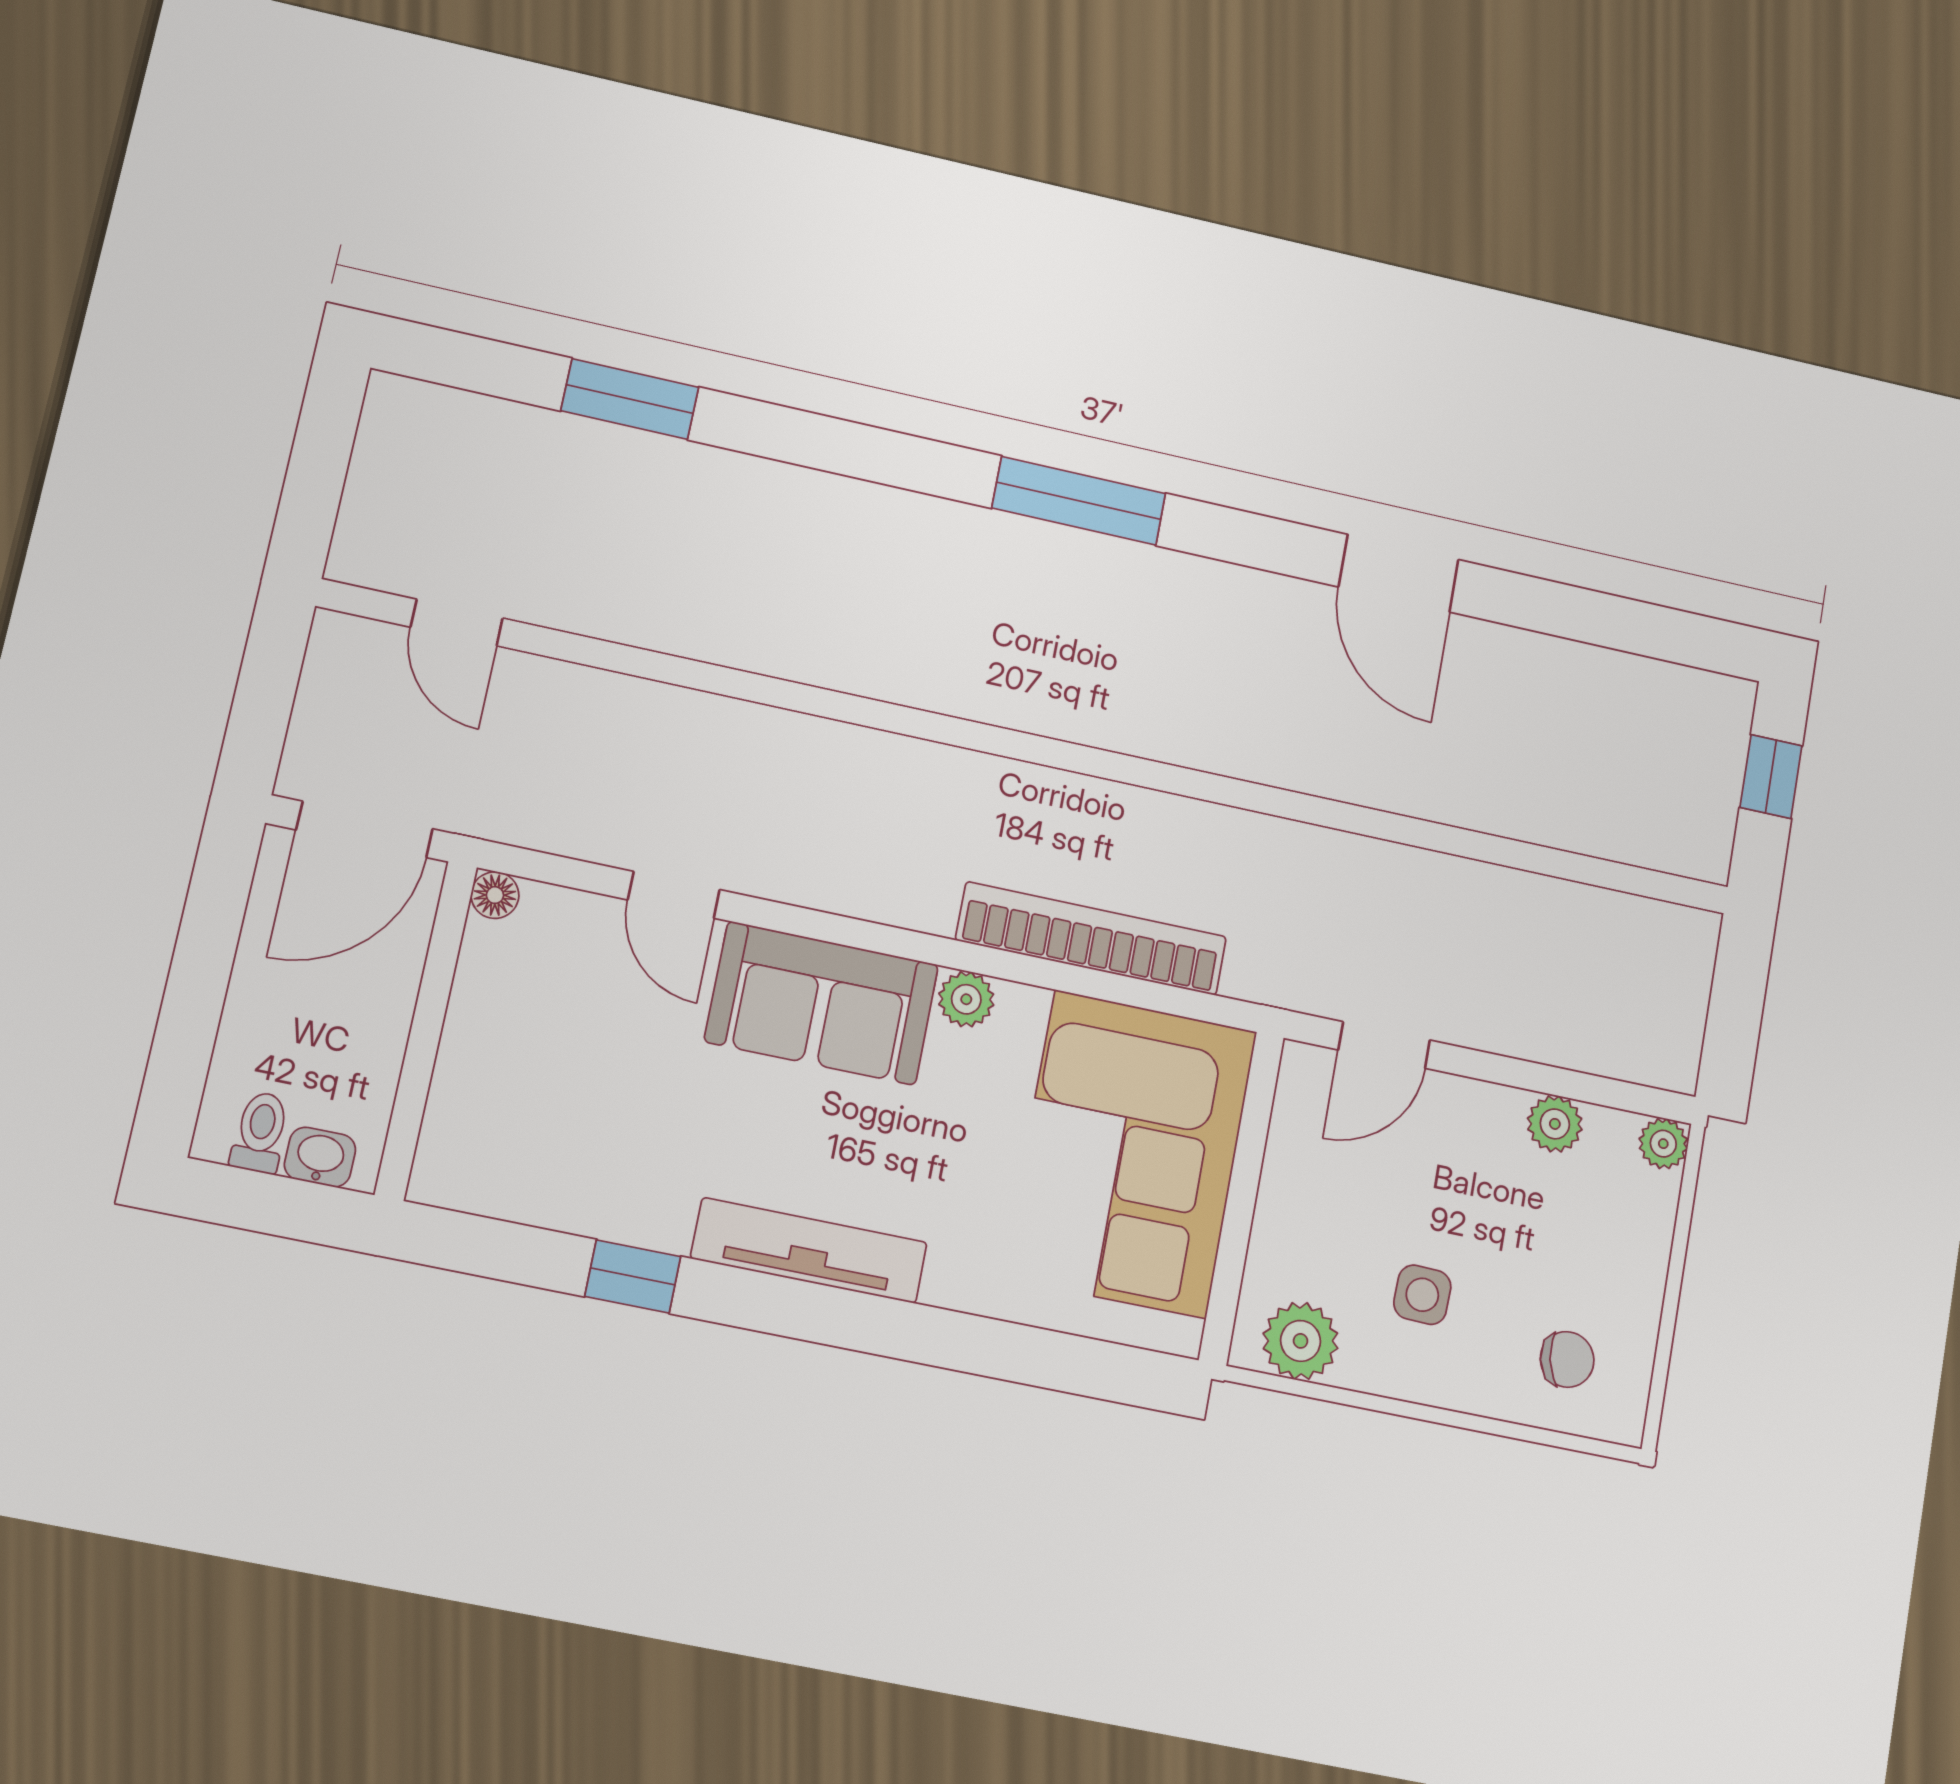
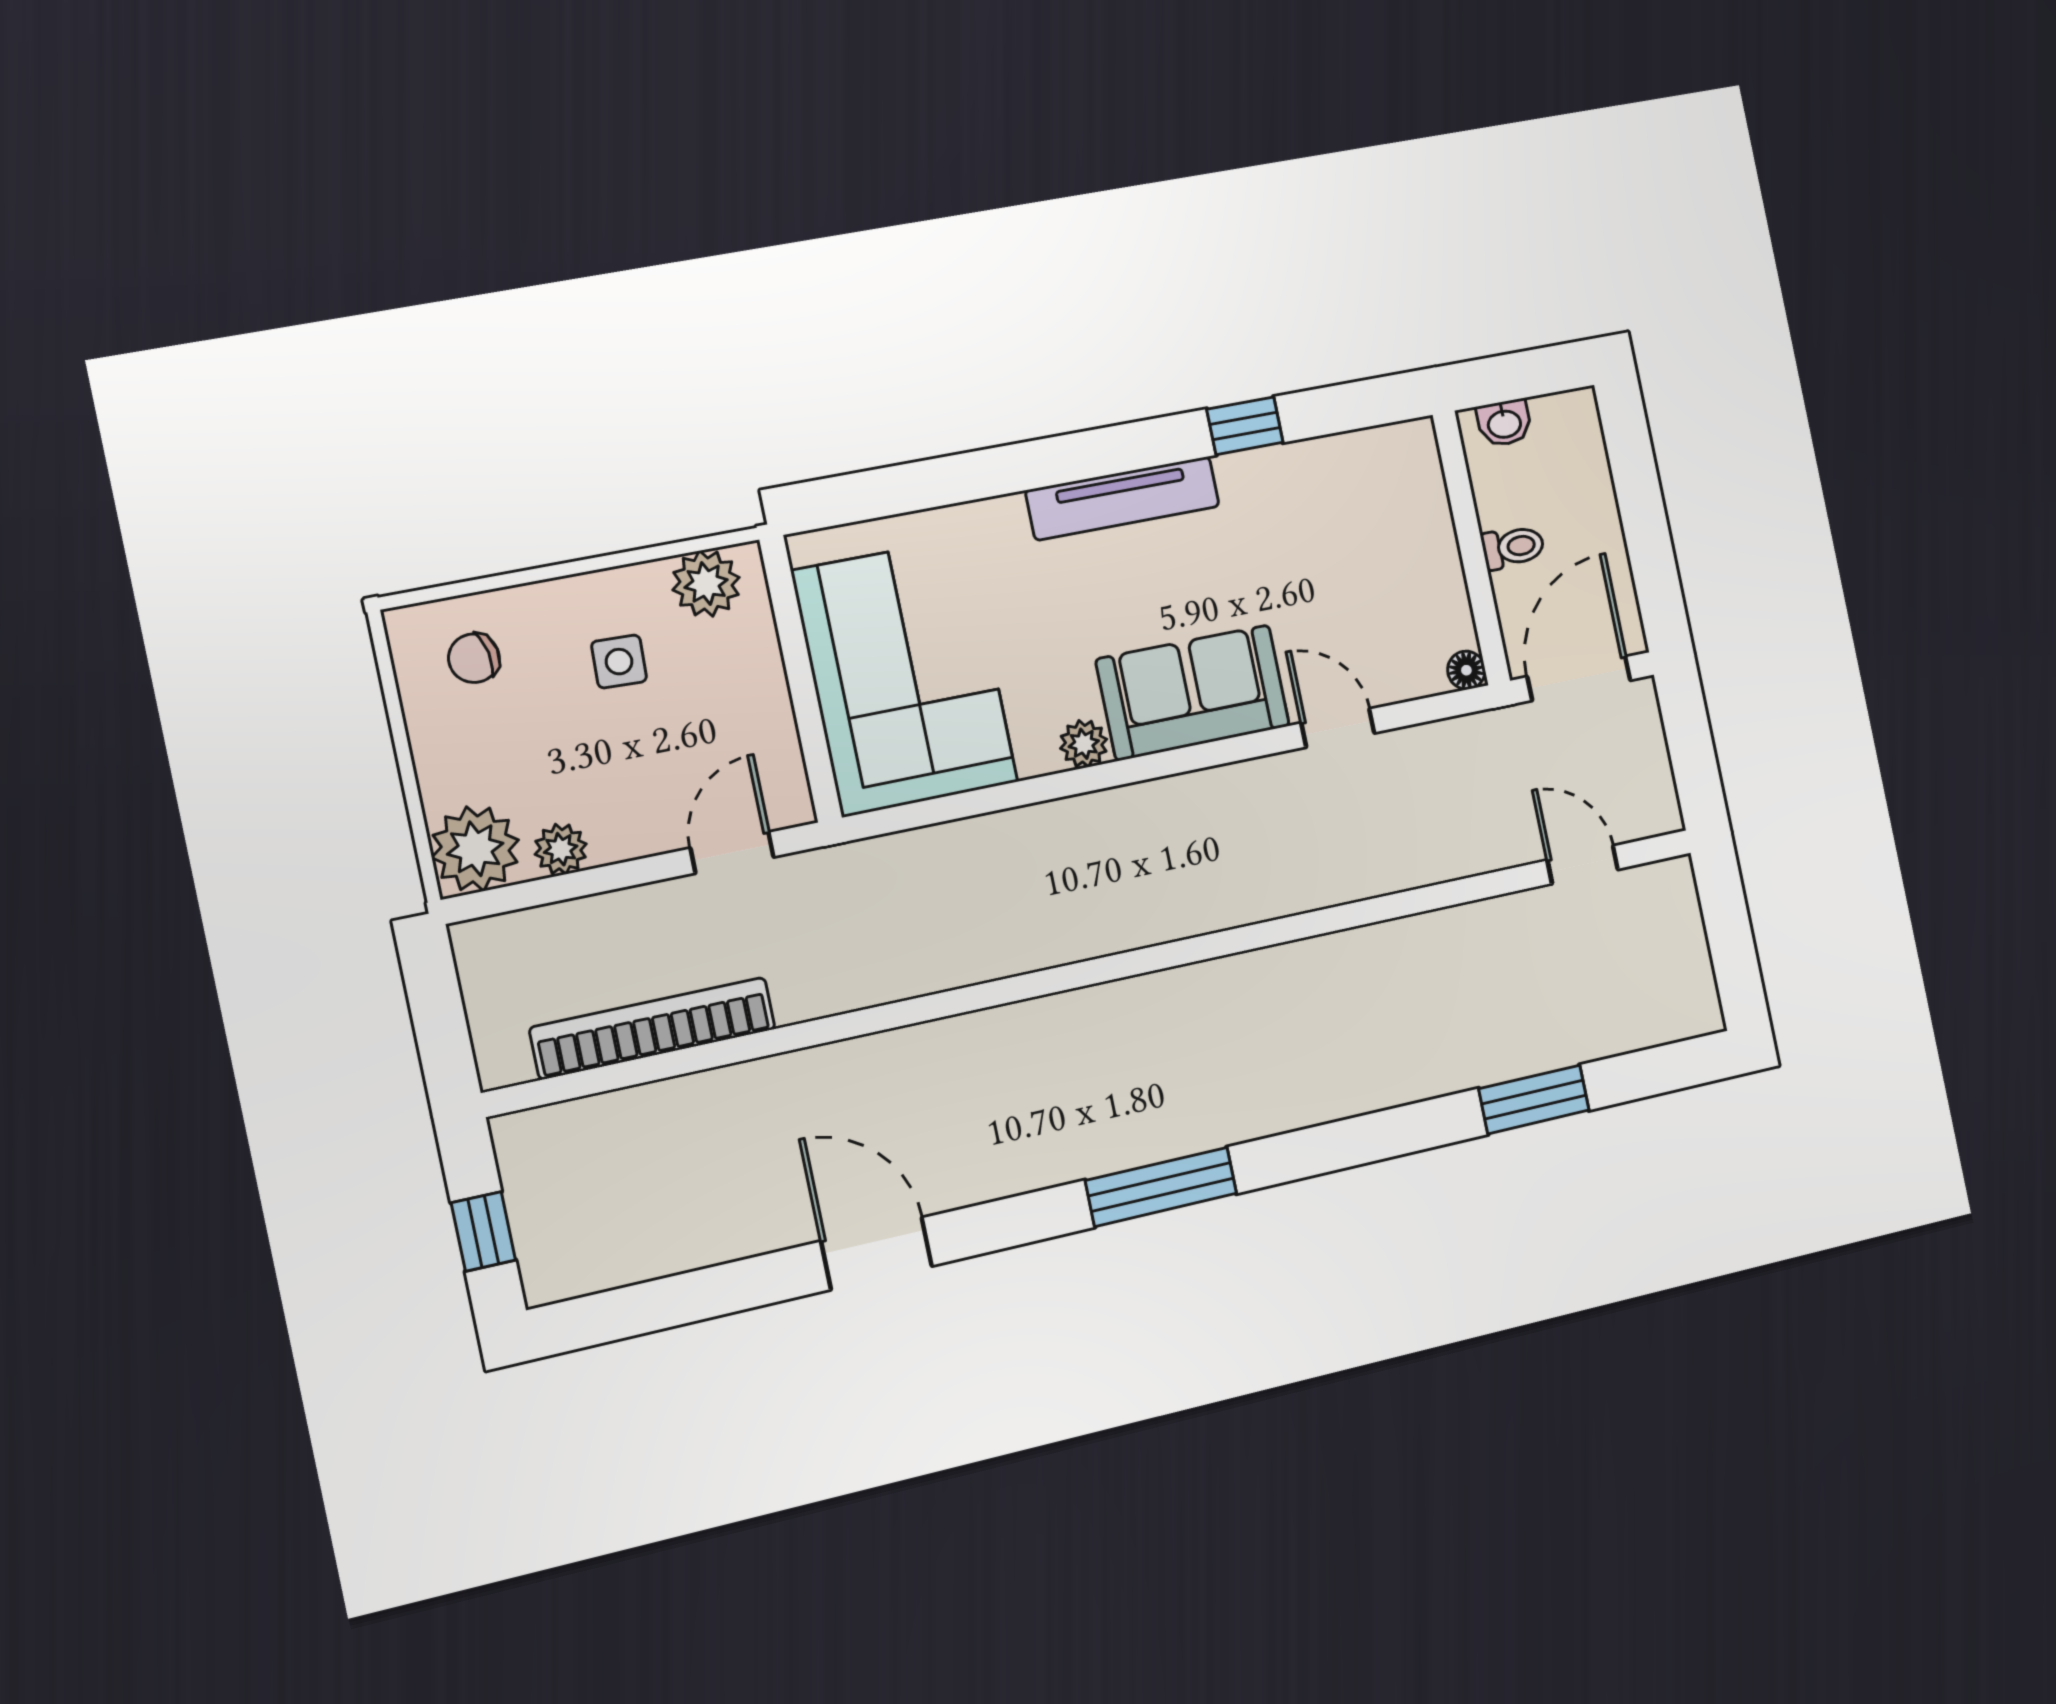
bookcase: (1091, 938) -> (653, 1028), moved, turned 180
toilet: (260, 1132) -> (1513, 547), moved, turned -90
plant: (1663, 1144) -> (475, 849), width x1.87, depth x1.87

